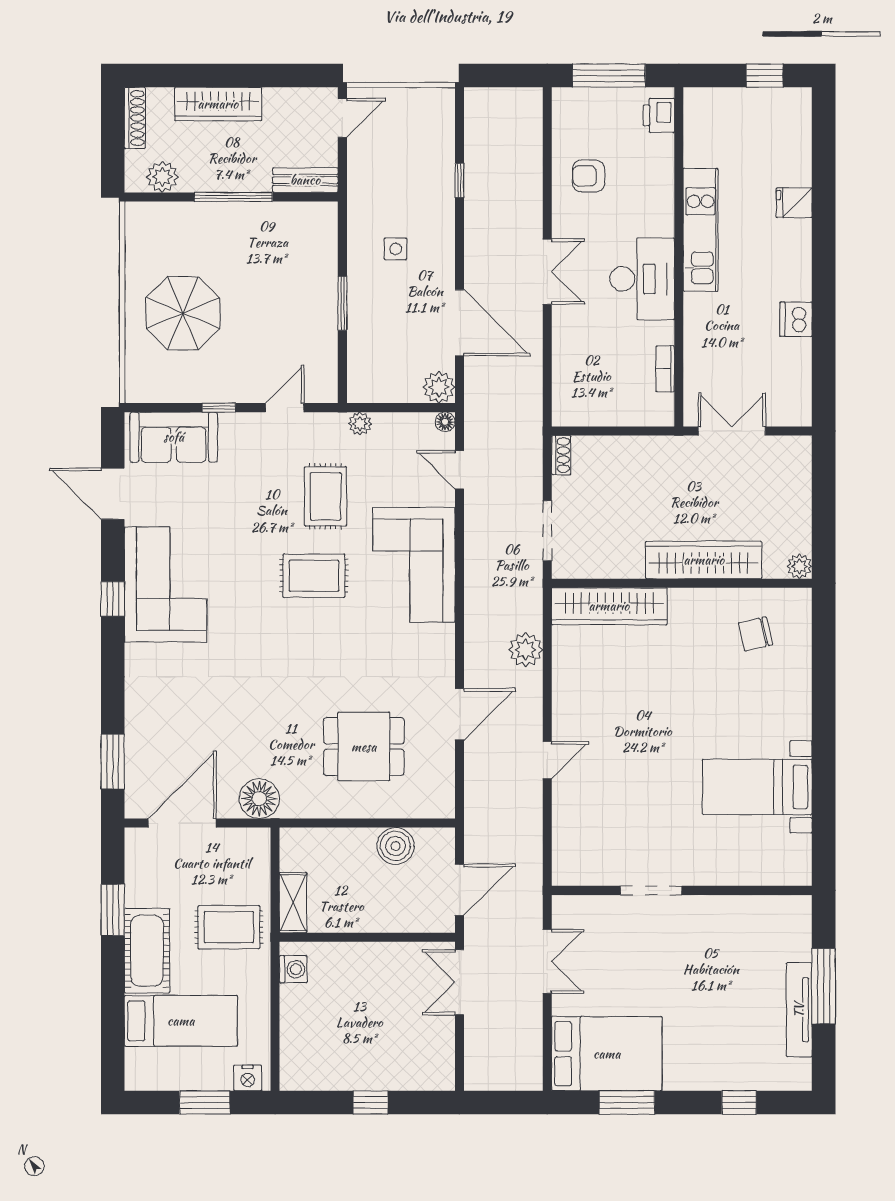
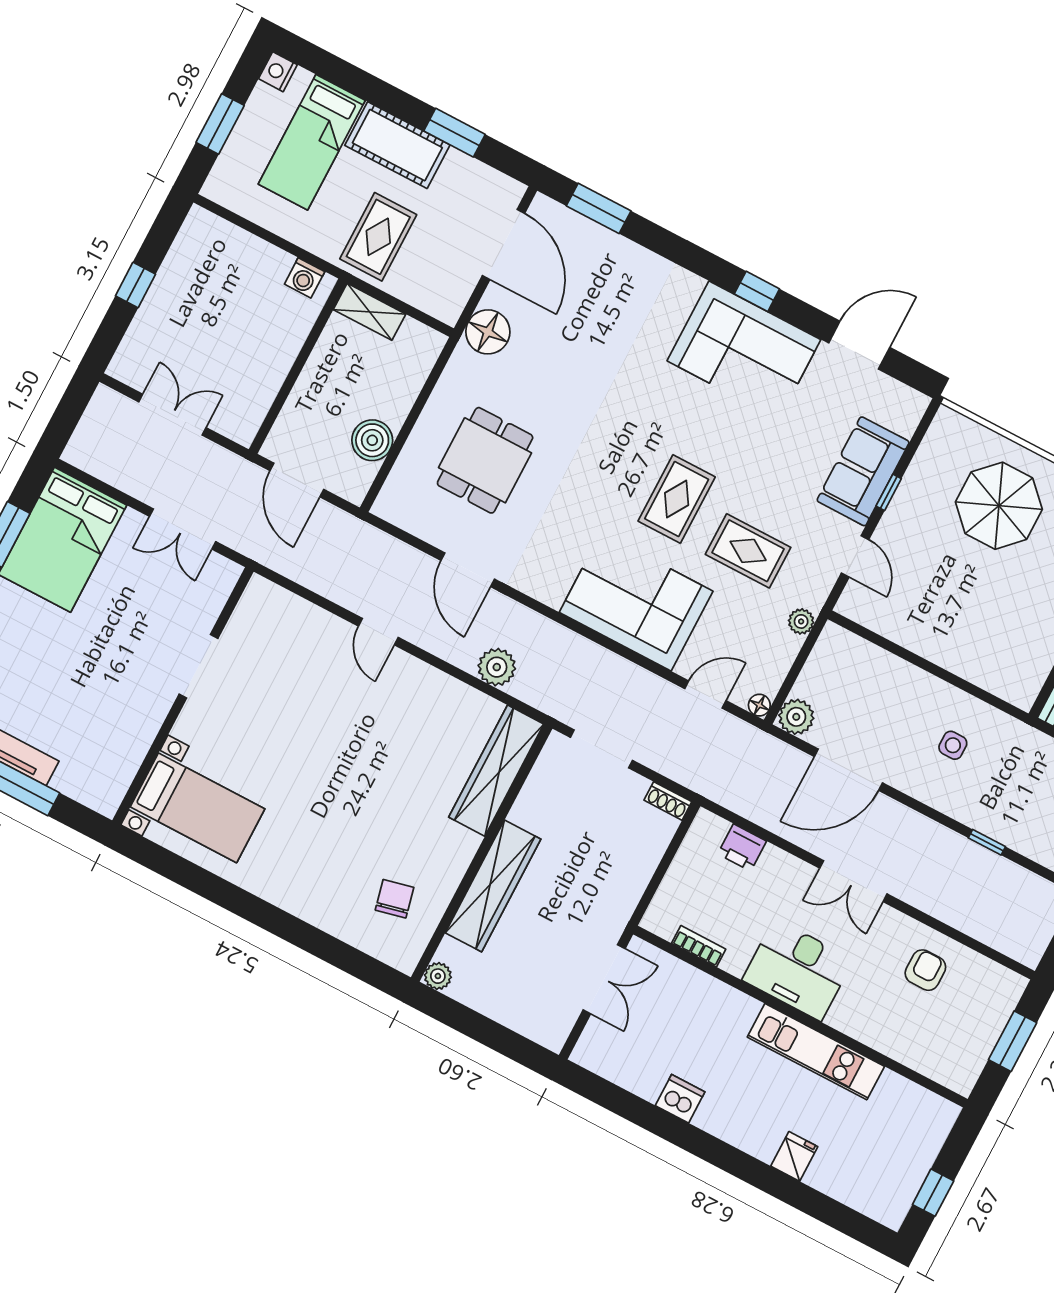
window: (609, 76) -> (1013, 1041), width x0.69
printer: (659, 115) -> (742, 847), moved, turned 180
window: (342, 303) -> (927, 666), removed
sofa: (174, 437) -> (863, 471), moved
bed with nightstands: (757, 787) -> (198, 808), moved, turned 90
double door: (459, 982) -> (172, 415), moved
nightstand: (248, 1078) -> (278, 72), moved

